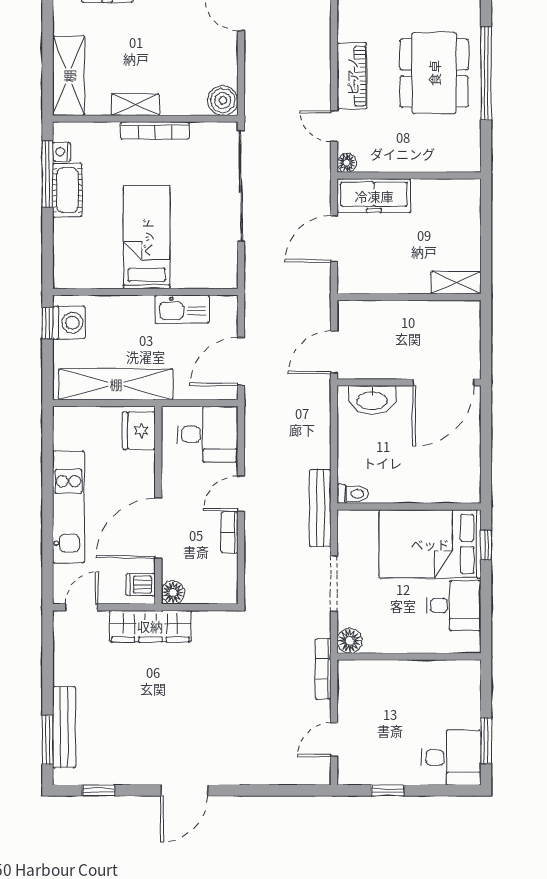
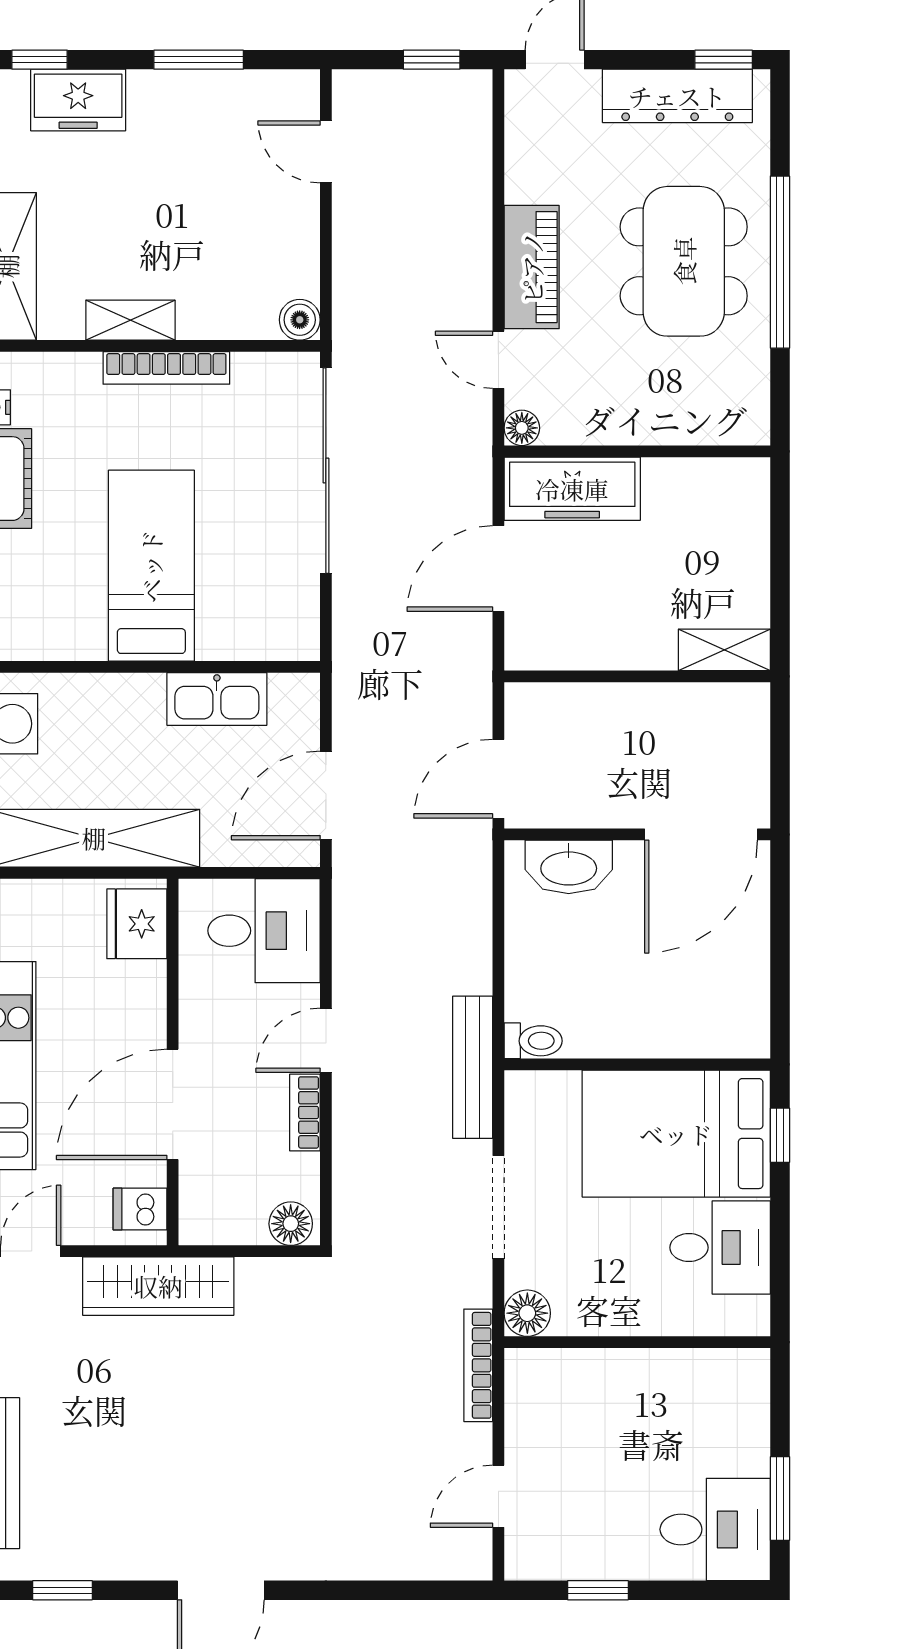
boiler: (223, 100) -> (300, 320), width x0.73, depth x0.73
floor lamp: (173, 592) -> (291, 1224), moved

